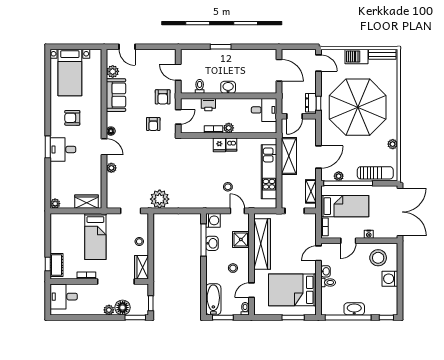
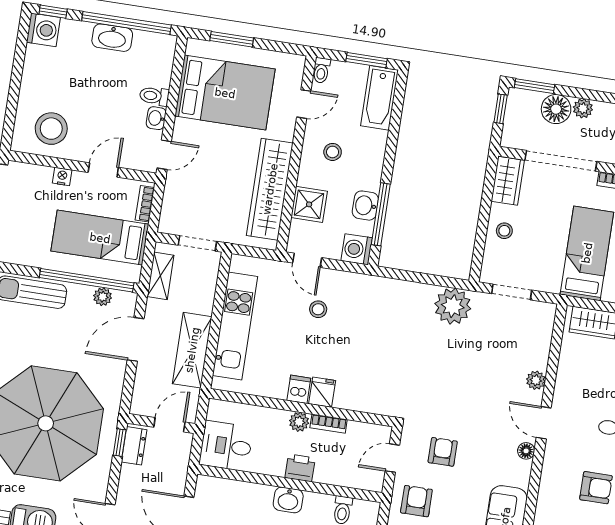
printer: (208, 105) -> (300, 468), moved
washing machine: (390, 279) -> (43, 30), moved

